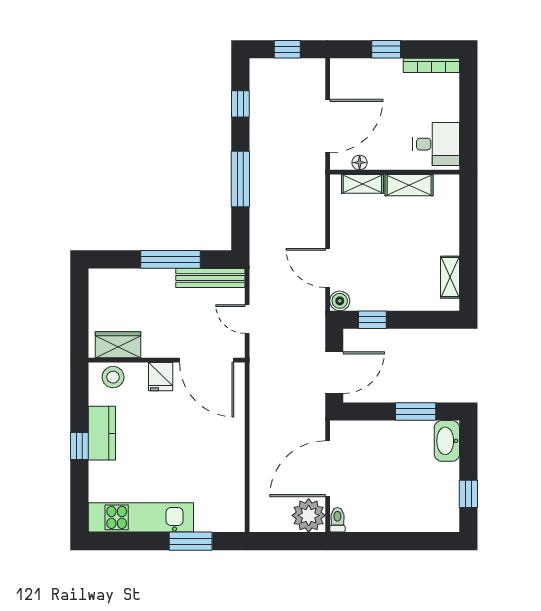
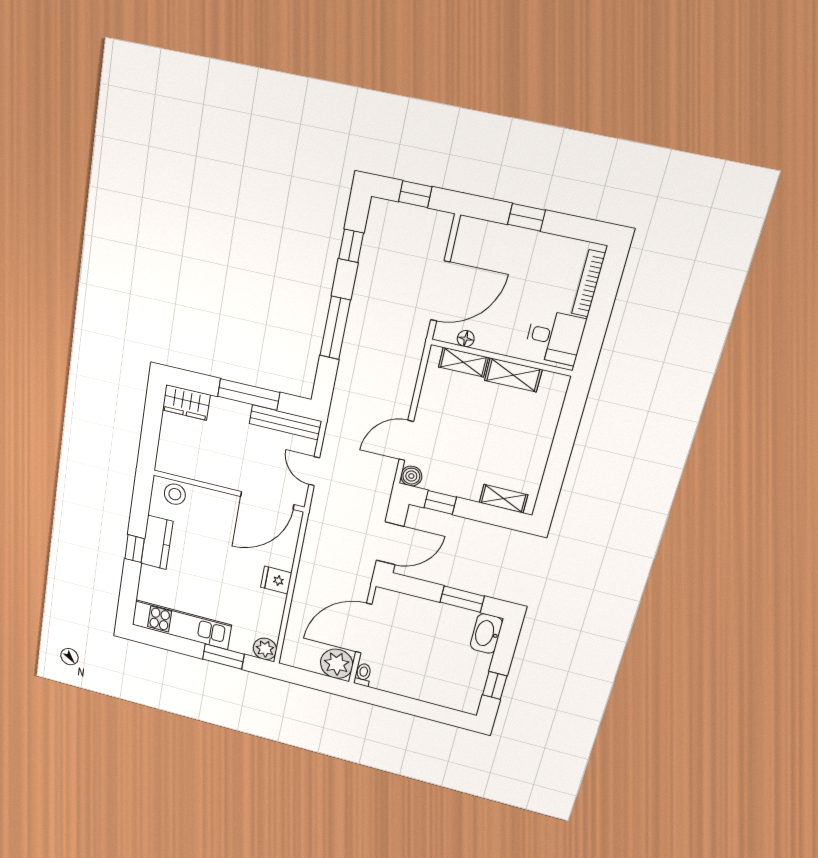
bookcase: (431, 65) -> (589, 283), moved, turned 90
door: (328, 268) -> (406, 440), hinge flipped
shelving: (450, 277) -> (504, 499), moved, turned 90
wardrobe: (118, 345) -> (186, 402), moved, turned 180
door: (207, 360) -> (267, 500), hinge flipped
fridge: (161, 377) -> (276, 580), moved, turned 90
plant: (232, 520) -> (265, 649), added

